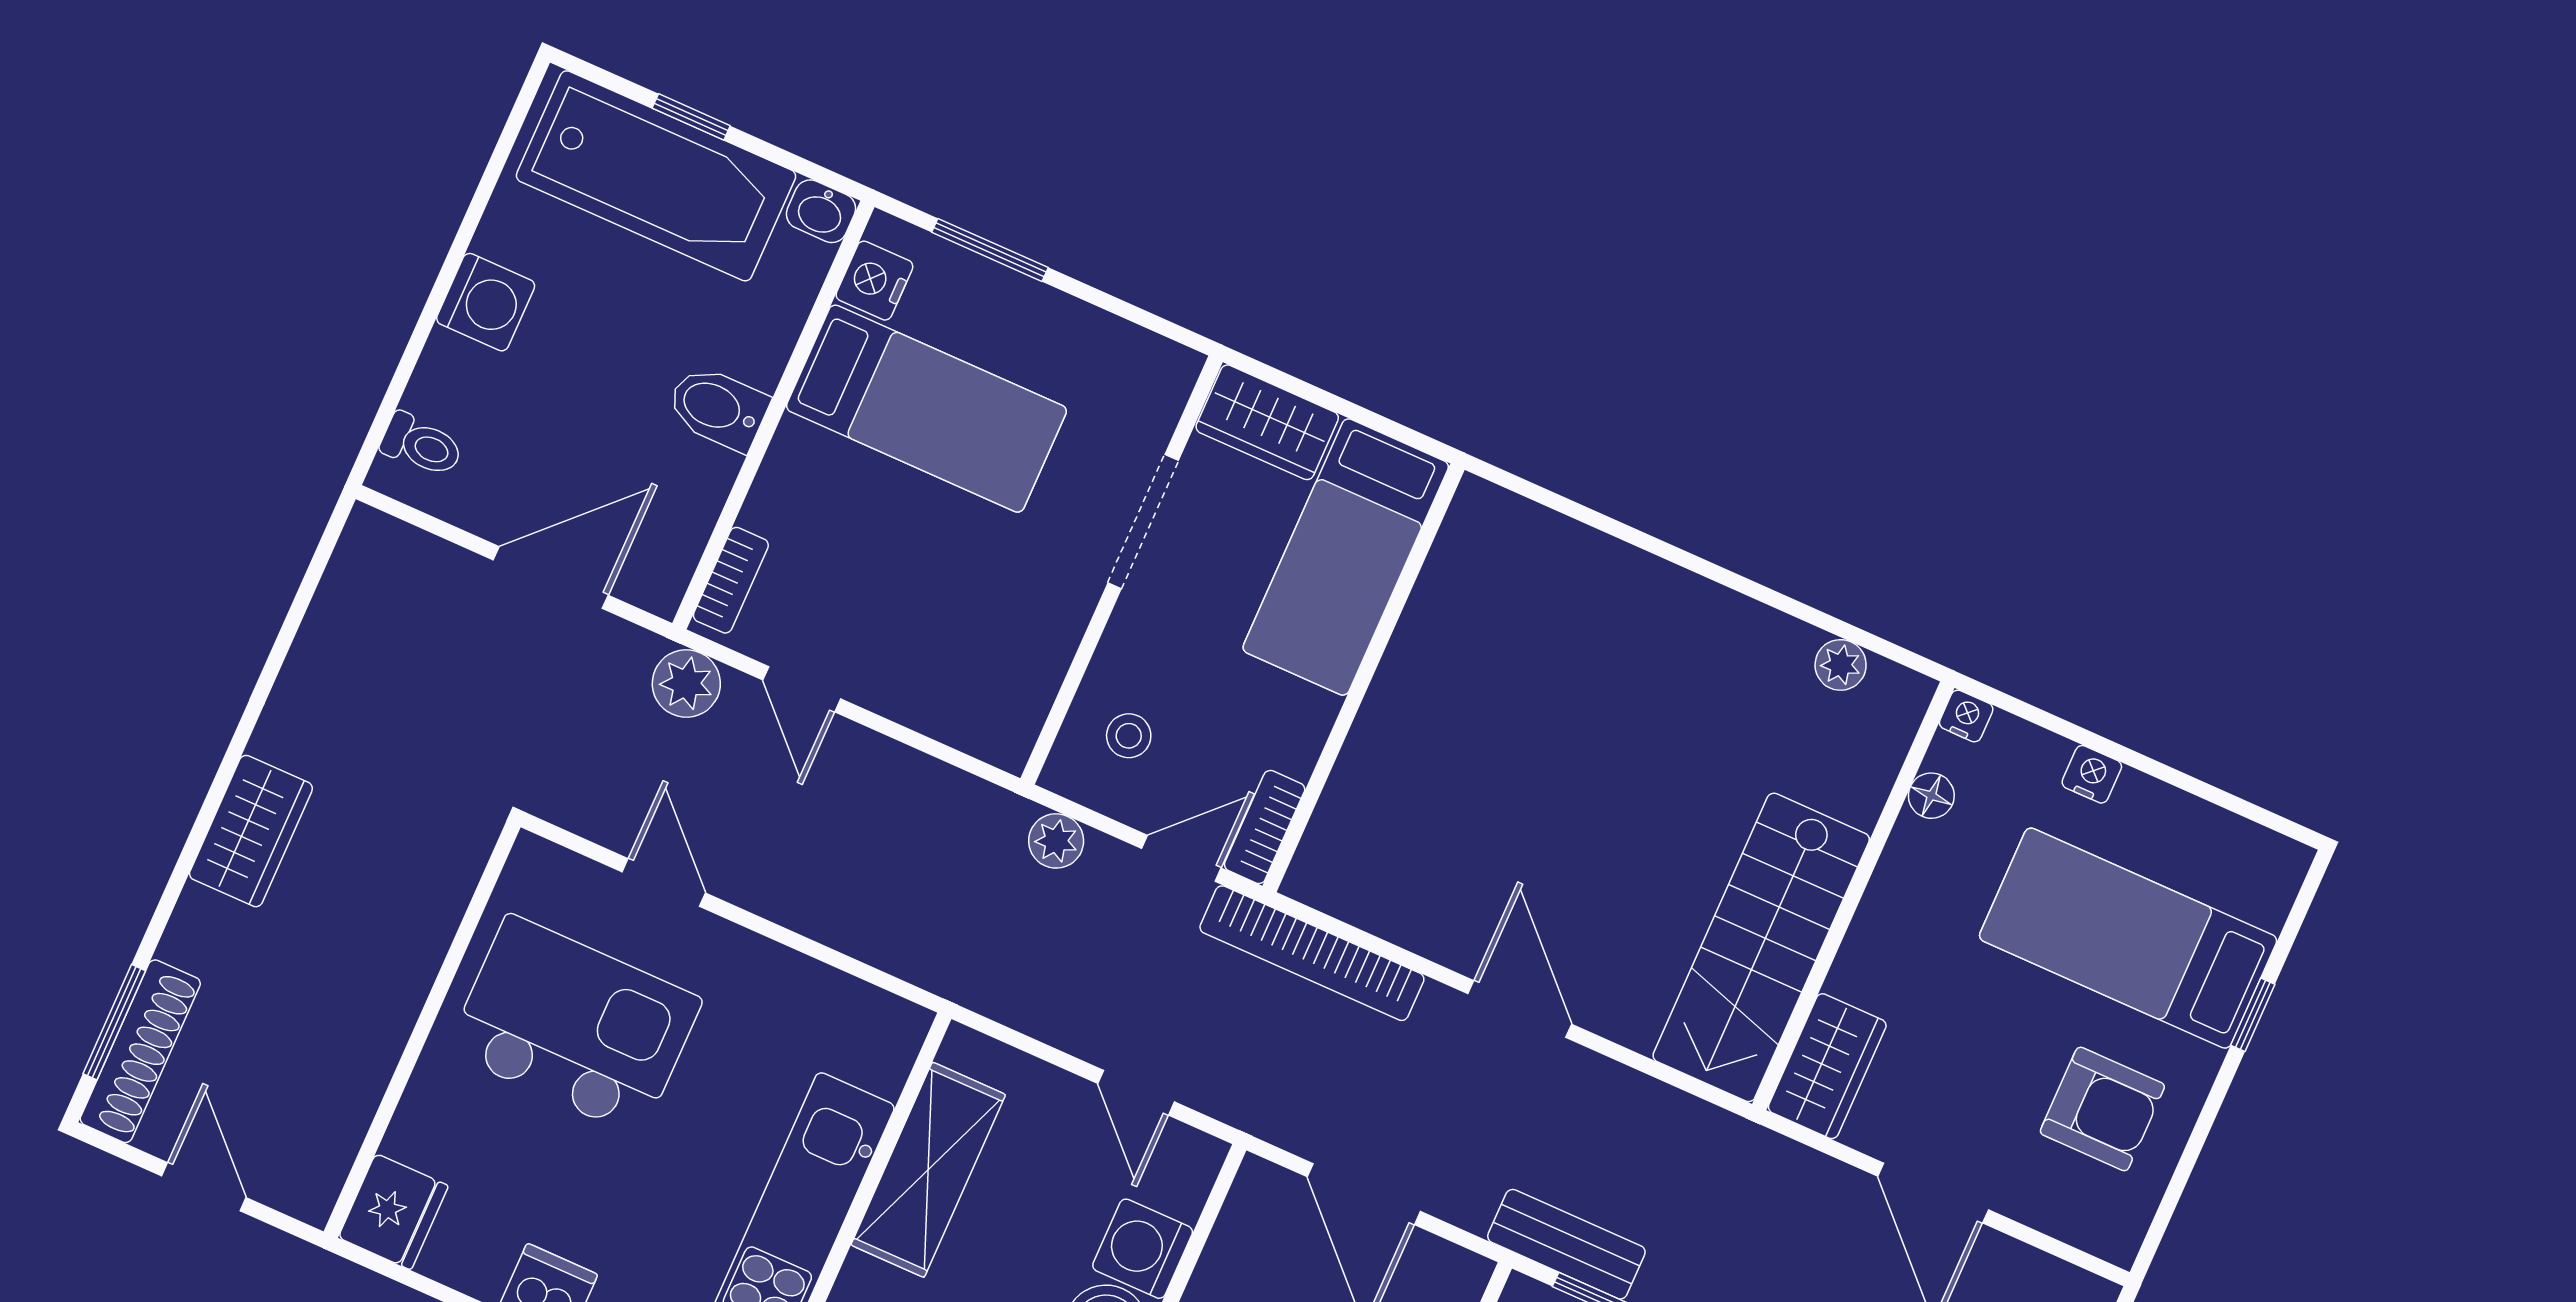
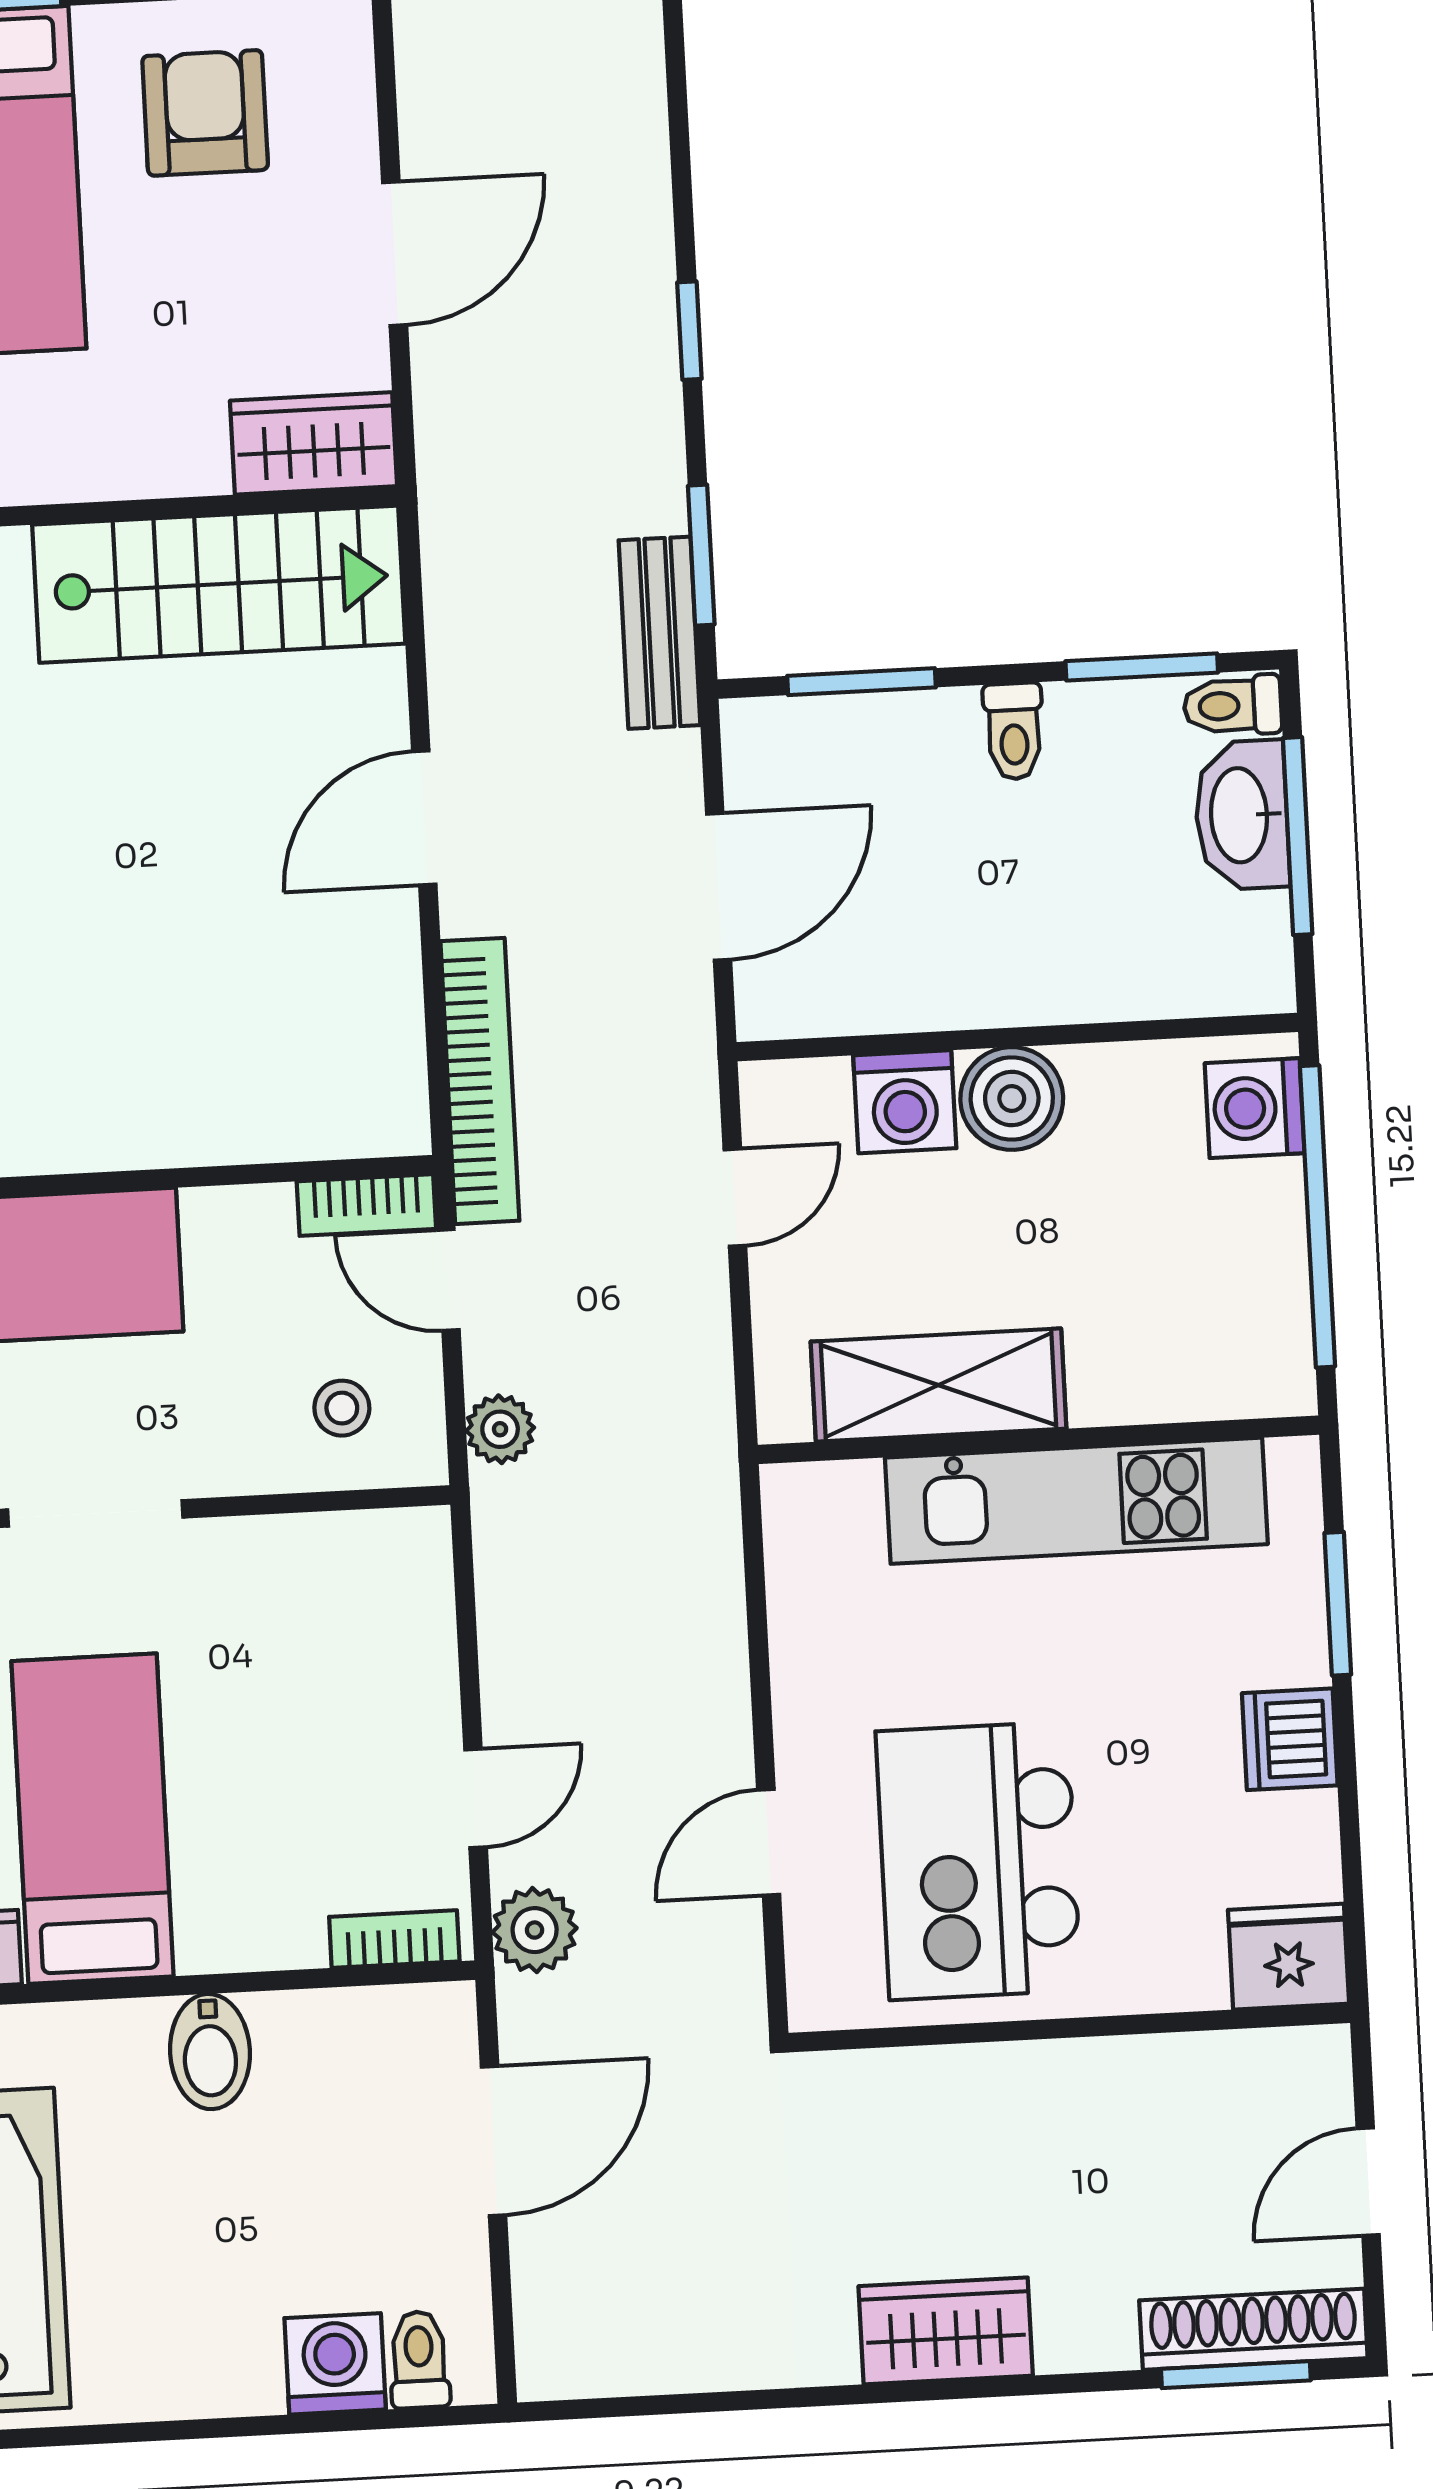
washing machine: (486, 302) -> (335, 2364), moved
door: (551, 578) -> (494, 2141), swing flipped

